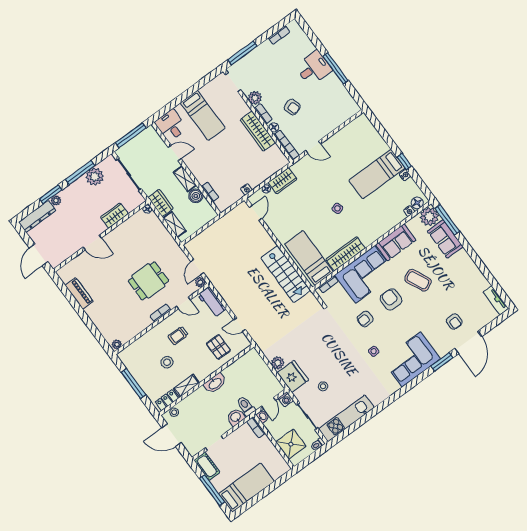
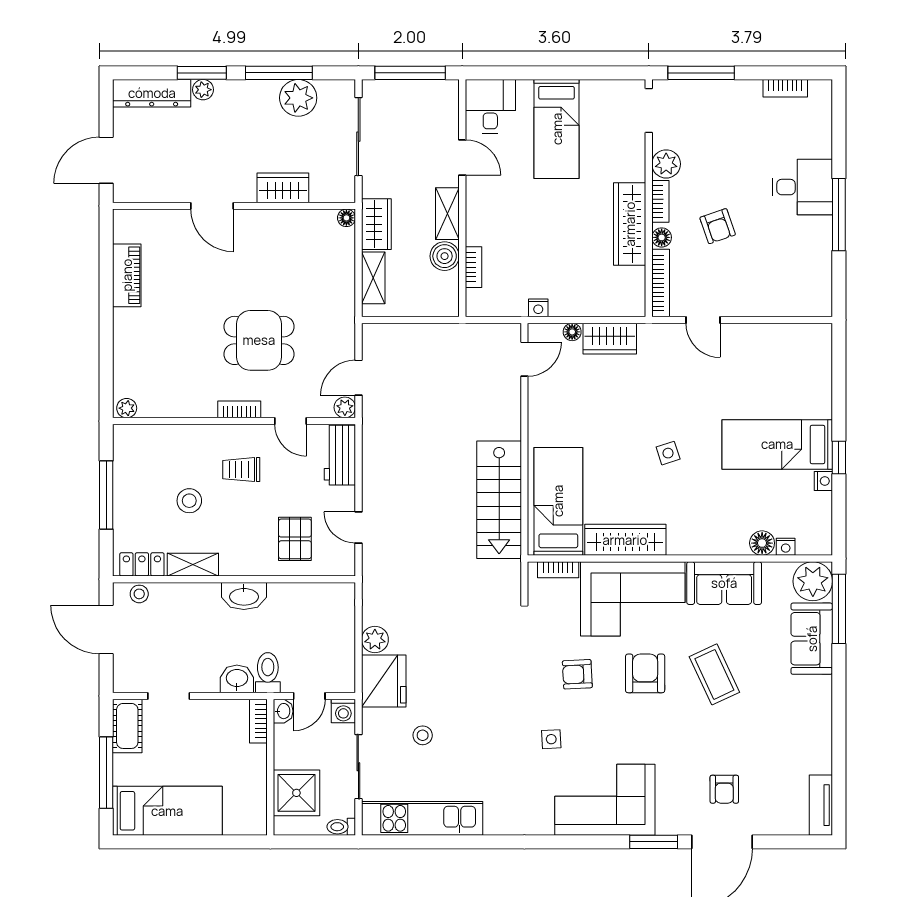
floor lamp: (417, 203) -> (762, 543), moved

